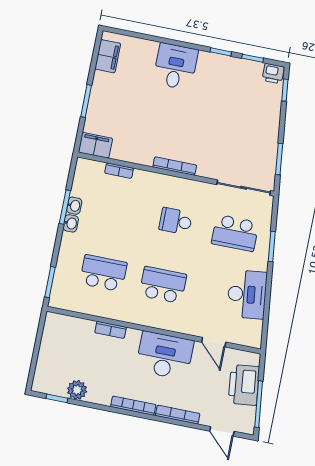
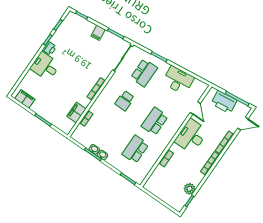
printer: (273, 74) -> (49, 48), moved
filing cabinet: (268, 129) -> (98, 33), added
filing cabinet: (95, 145) -> (76, 113), moved
door: (214, 342) -> (195, 108), hinge flipped

